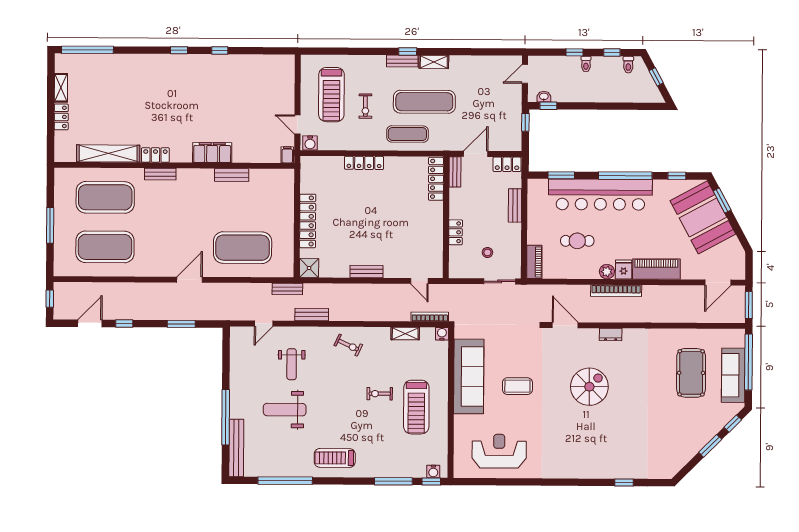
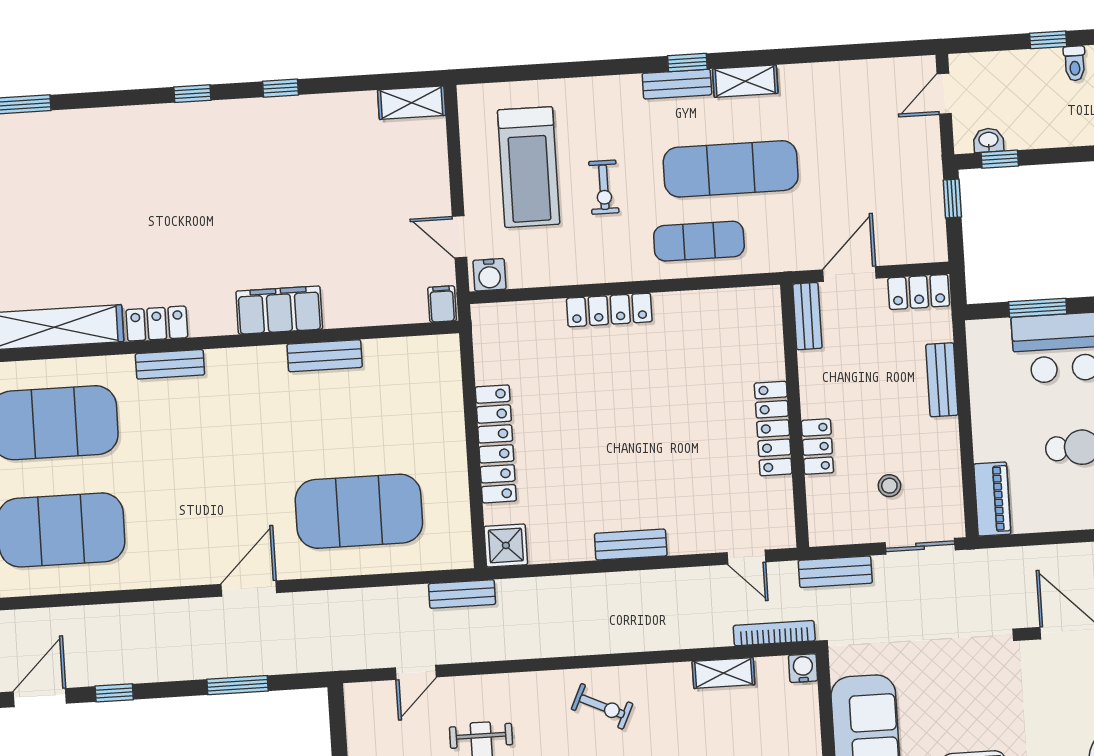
shelving: (280, 61) -> (412, 103), added
locker: (436, 179) -> (773, 429), moved
bench: (312, 315) -> (835, 572), moved

